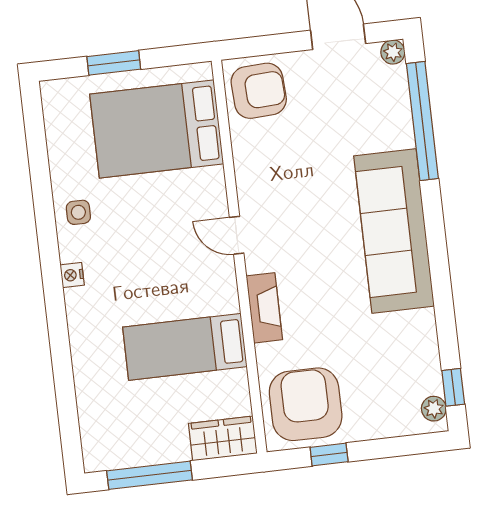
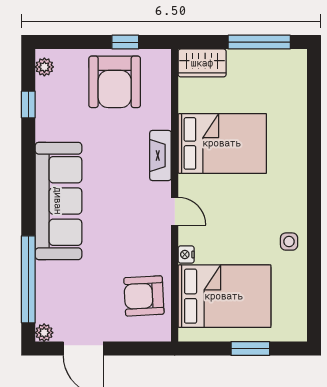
armchair: (259, 91) -> (144, 296), moved
nightstand: (72, 275) -> (186, 255), moved, turned 180
bed: (185, 347) -> (222, 143), width x1.50
window: (453, 387) -> (28, 105), moved
armchair: (306, 404) -> (115, 82), moved

